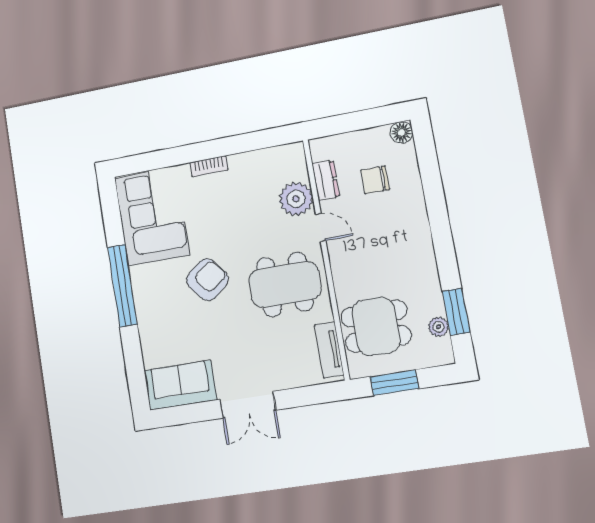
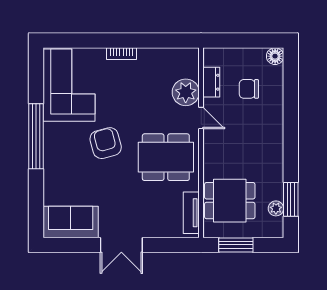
armchair: (207, 280) -> (106, 143), turned -67

